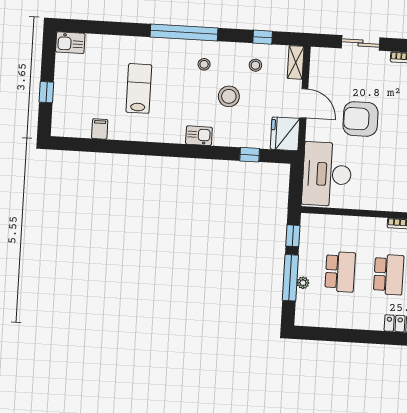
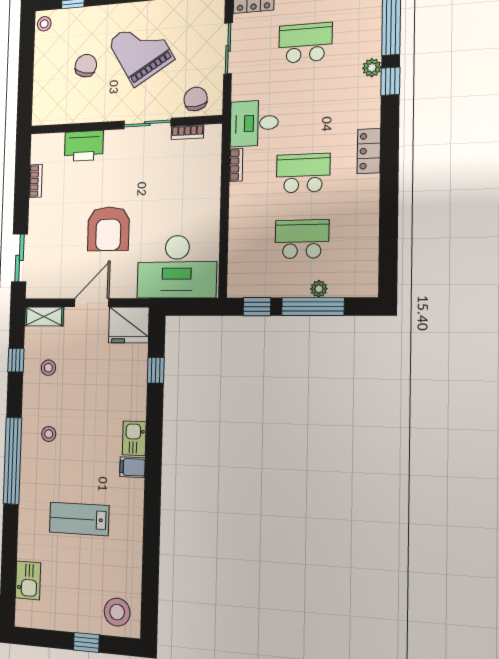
kitchen sink: (70, 43) -> (28, 580), moved
sliding door: (361, 43) -> (19, 258), moved
stool: (229, 96) -> (117, 612), moved
filing cabinet: (100, 129) -> (132, 467), moved

